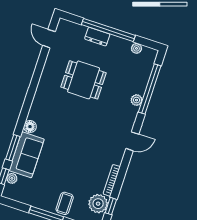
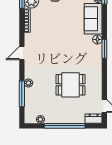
dresser: (97, 37) -> (94, 119), moved
window: (150, 89) -> (22, 94), width x0.68
window: (13, 148) -> (104, 49), moved

